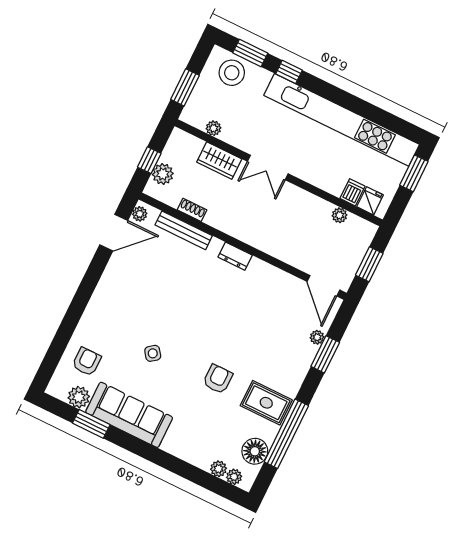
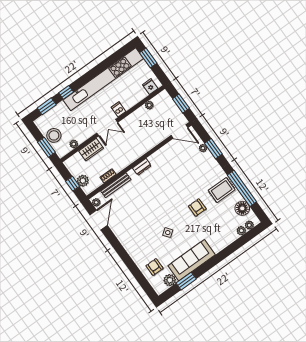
stool: (232, 73) -> (54, 135), moved
dishwasher: (352, 192) -> (118, 109), moved

